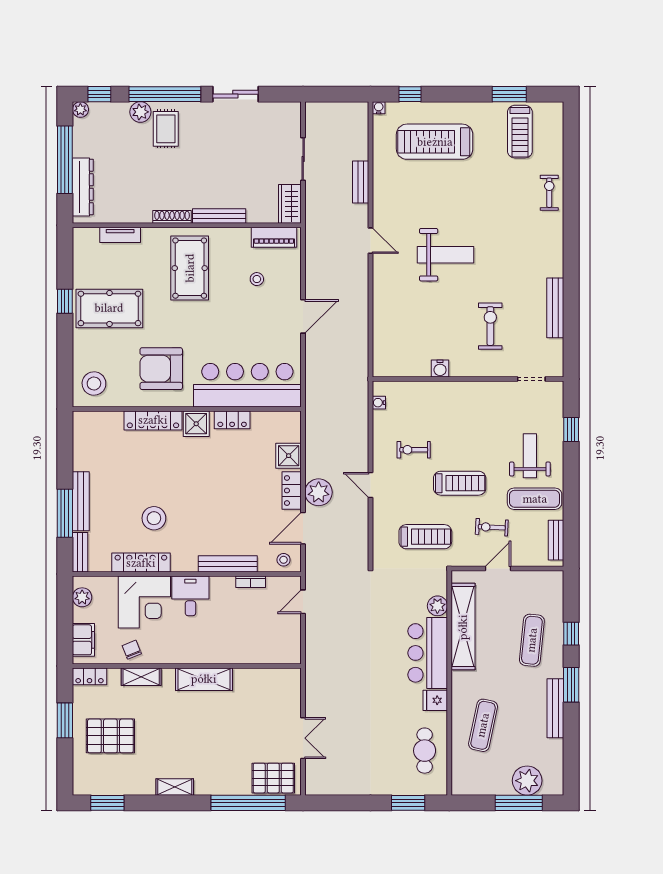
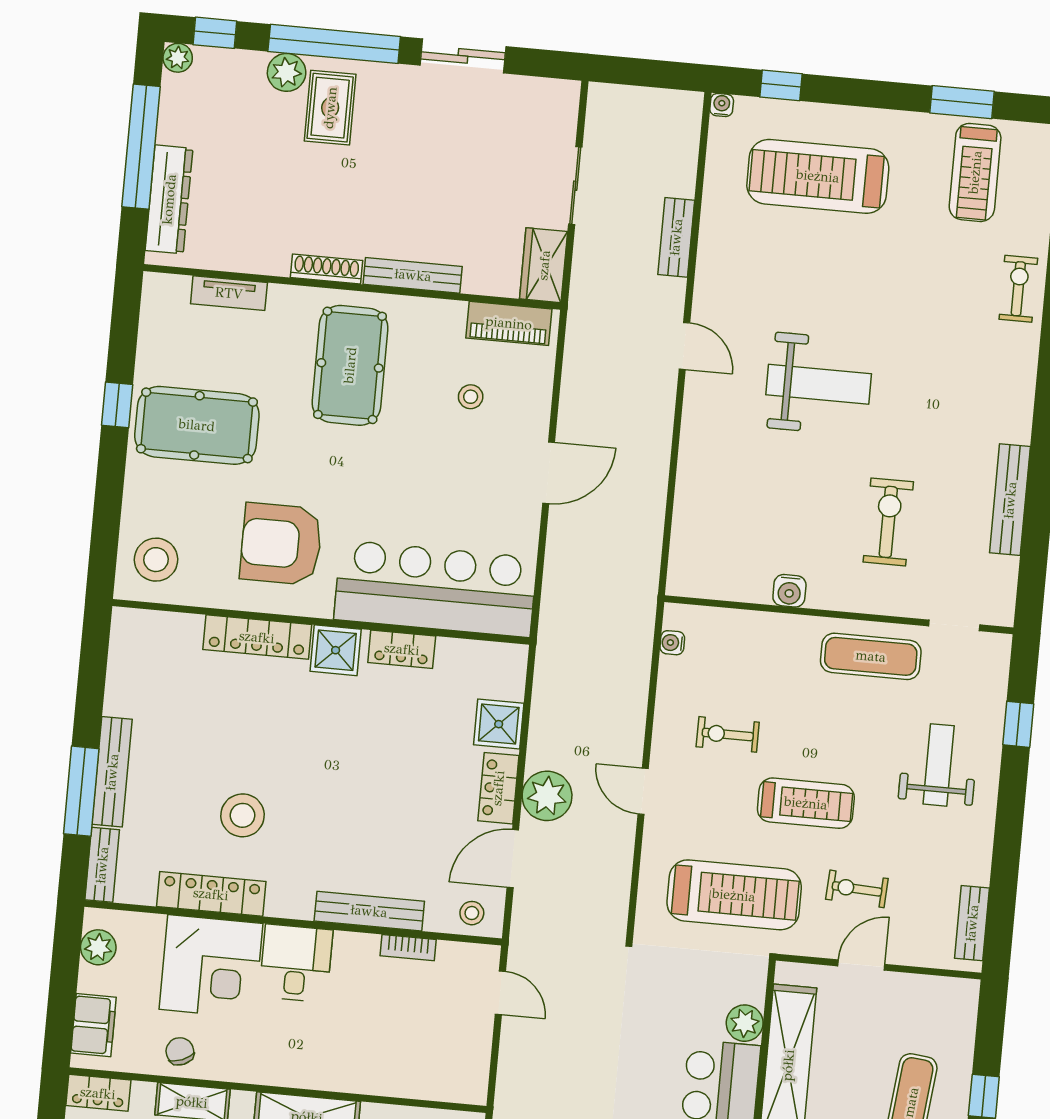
exercise mat: (535, 499) -> (871, 656), moved
treadmill: (425, 537) -> (734, 895), width x1.37, depth x1.38
door: (303, 602) -> (500, 993), swing flipped

